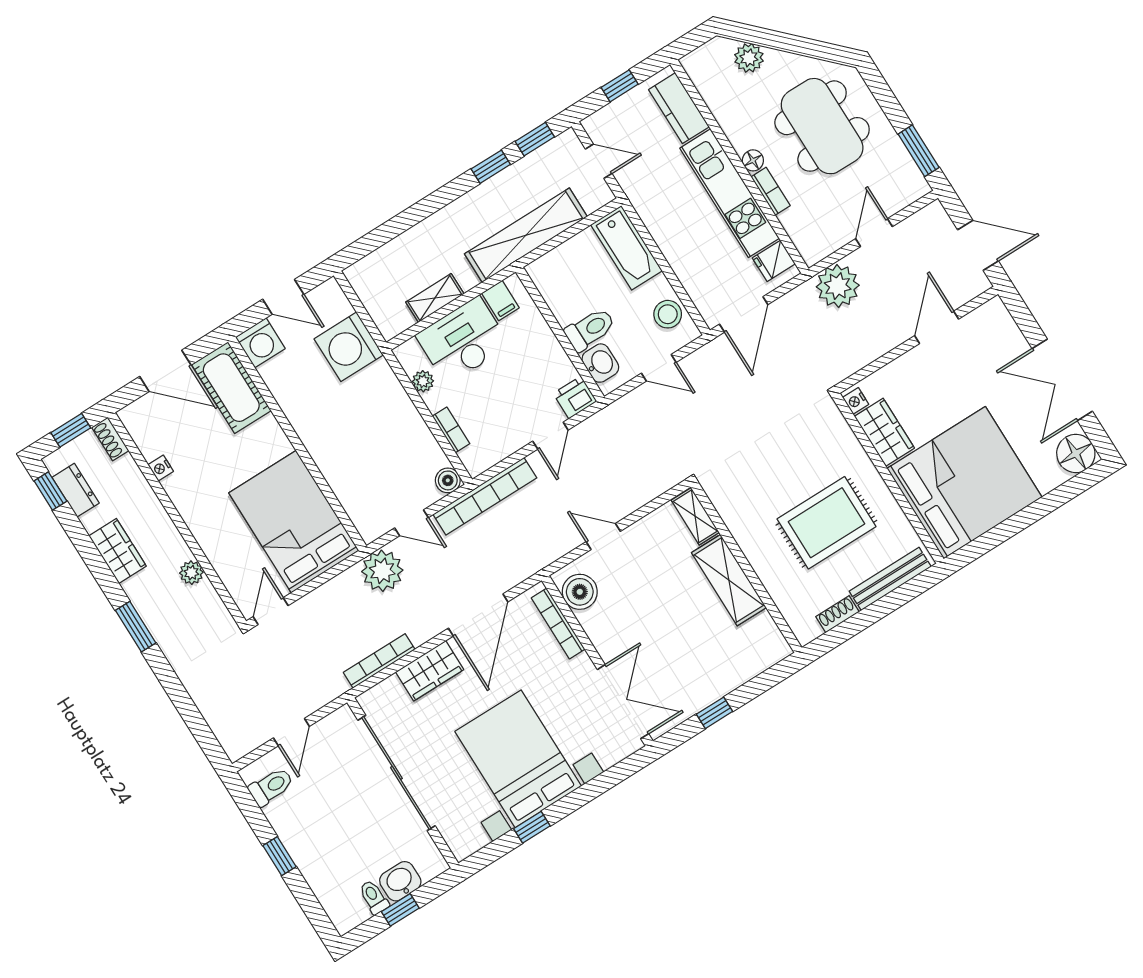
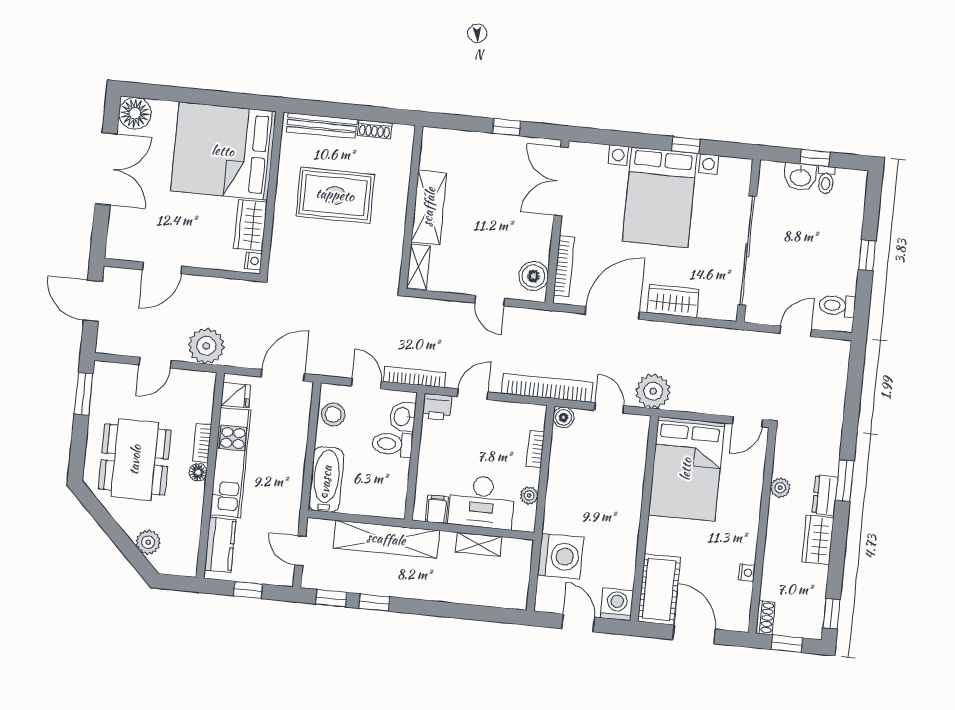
dresser: (76, 490) -> (825, 495), moved
bookcase: (379, 661) -> (415, 377), moved, turned 180

